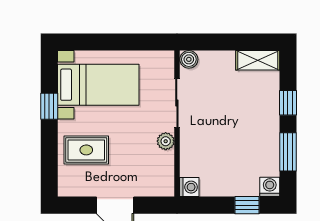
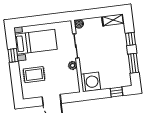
washing machine: (189, 187) -> (91, 82), width x1.89, depth x1.89
washing machine: (270, 187) -> (127, 82), removed

